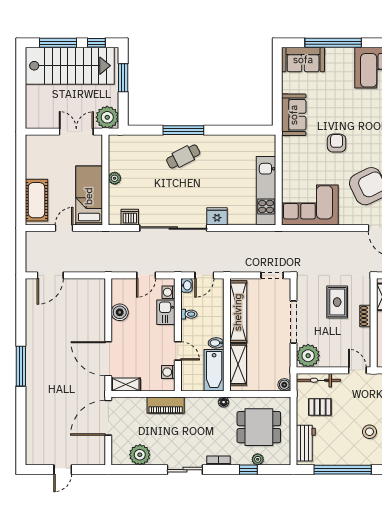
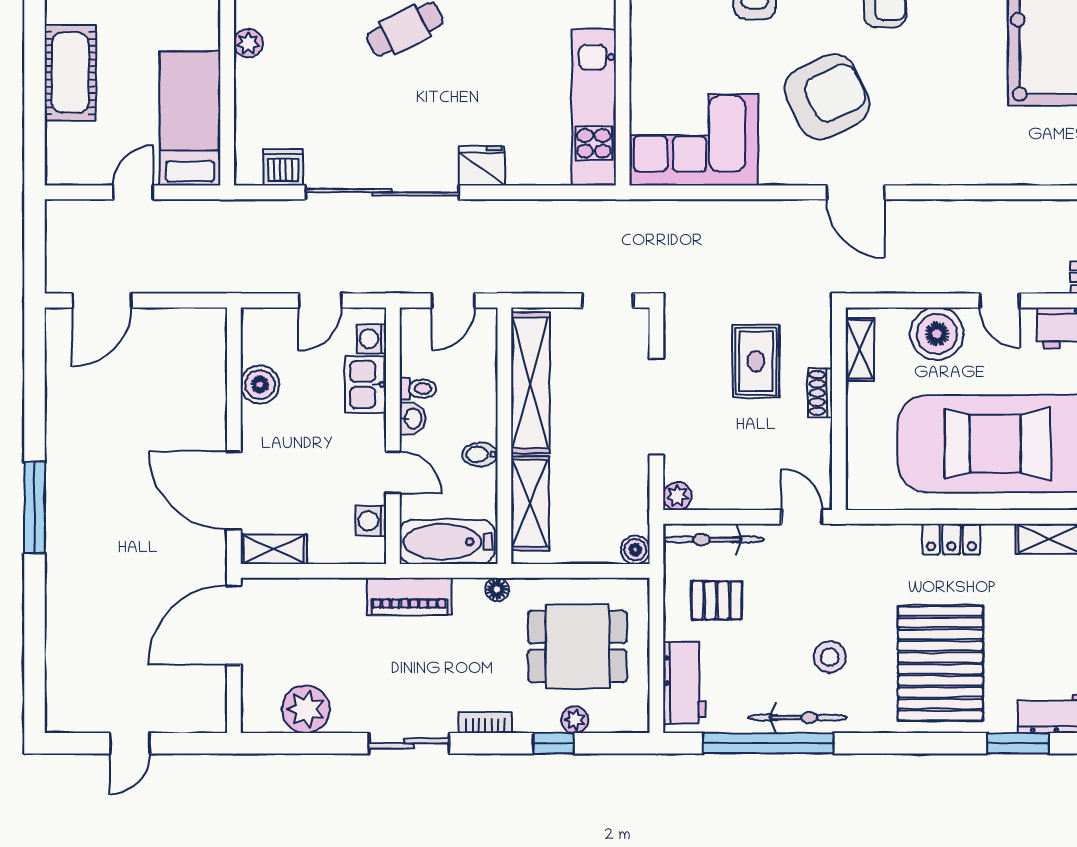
plant: (115, 178) -> (248, 43), moved
cot: (36, 200) -> (70, 73), moved
washbasin: (187, 285) -> (412, 419), moved
plant: (308, 356) -> (677, 496), width x0.53, depth x0.53
bathtub: (214, 370) -> (447, 542), moved, turned 90
piano: (166, 405) -> (409, 596), moved
bicycle: (355, 458) -> (797, 718), added

